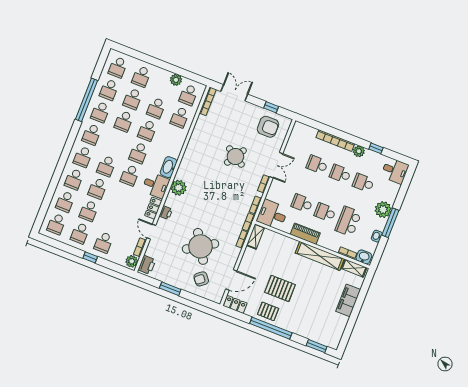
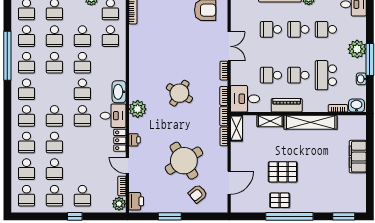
round table: (235, 156) -> (179, 93), moved
shelving: (354, 268) -> (270, 121), moved
locker: (235, 304) -> (243, 206), removed

